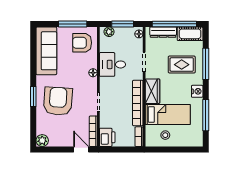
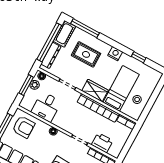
plant: (109, 32) -> (35, 85), moved
armchair: (82, 43) -> (24, 127), turned -90
desk: (112, 64) -> (46, 107), moved
window: (206, 64) -> (85, 28), moved
rug: (182, 65) -> (86, 54), turned 90
window: (206, 115) -> (139, 57), width x0.46
printer: (107, 137) -> (102, 143), moved

